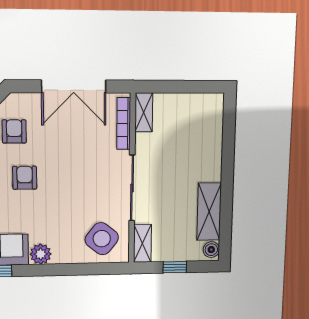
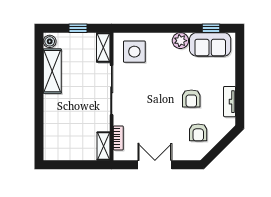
double door: (74, 86) -> (155, 165), width x0.73
bookcase: (124, 124) -> (118, 138), width x0.64
side table: (102, 239) -> (134, 52), turned -38

